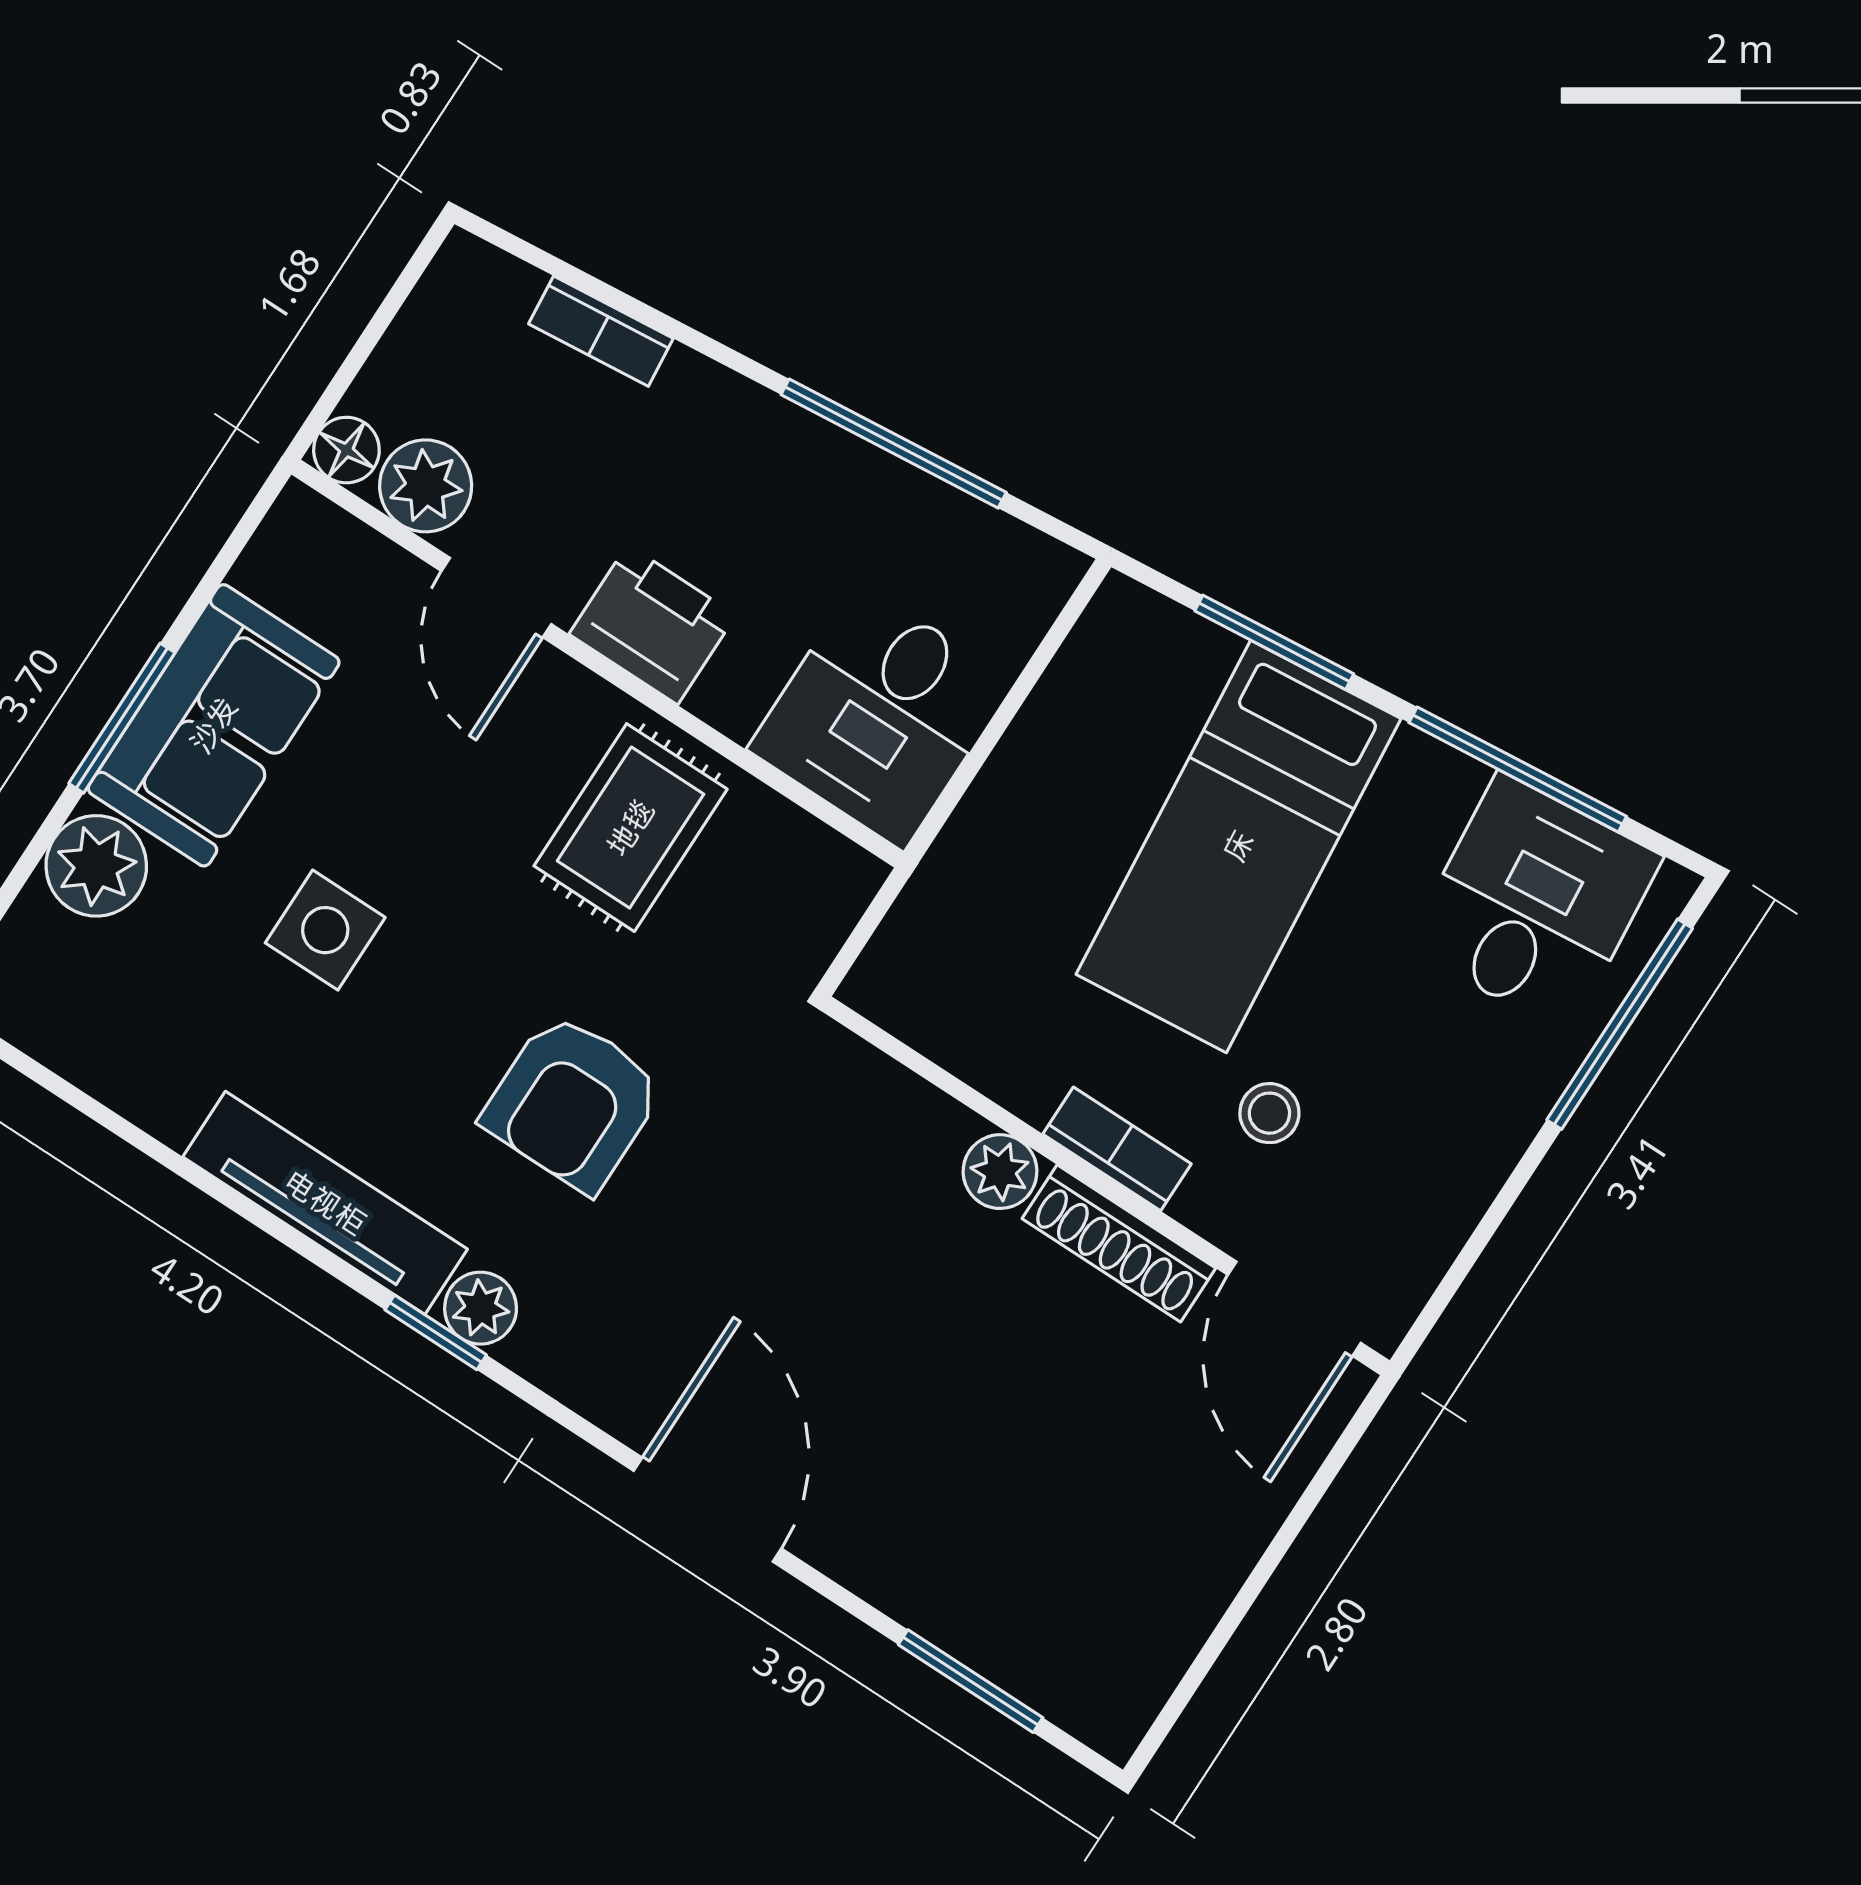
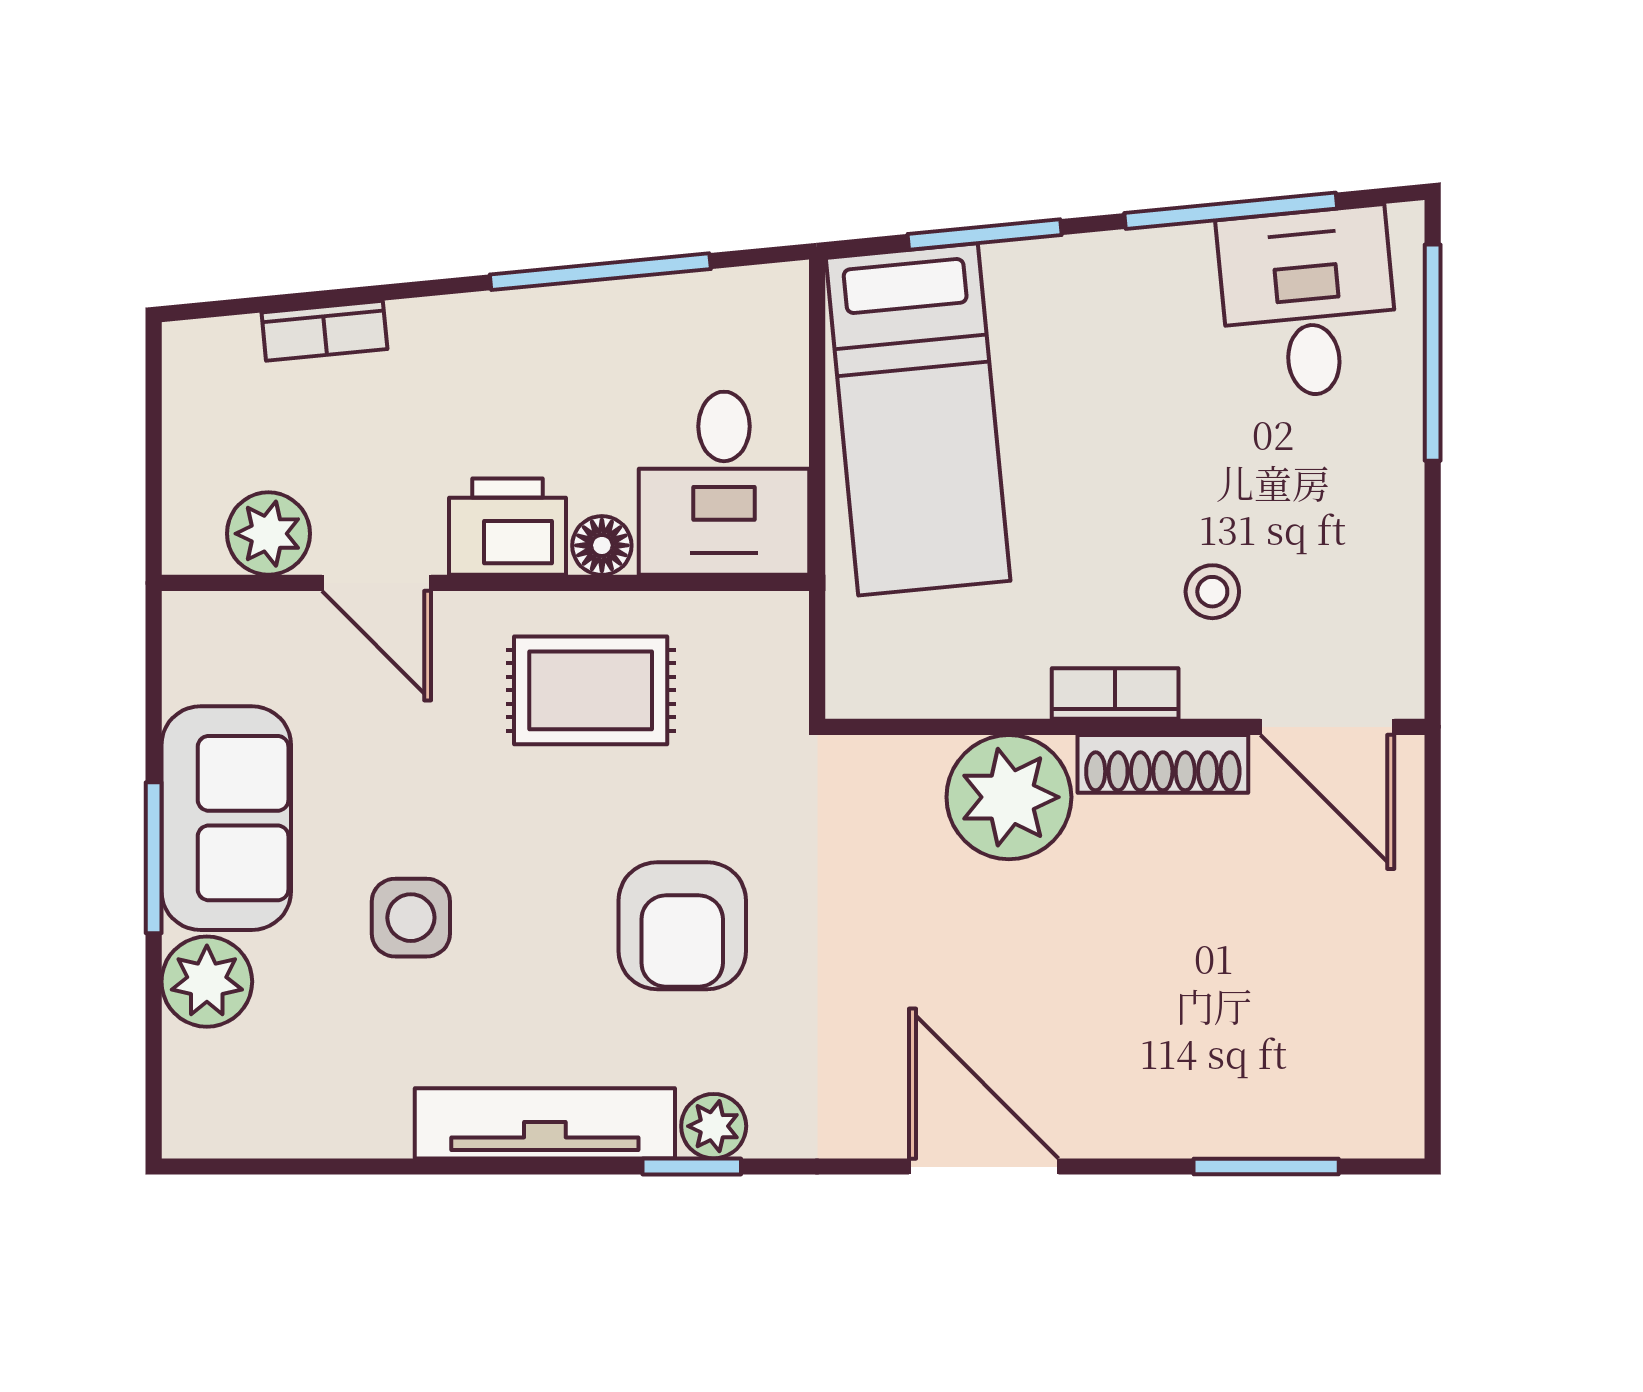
floor lamp: (346, 450) -> (602, 545), moved
rug: (631, 828) -> (591, 690), turned 90
bed: (1239, 846) -> (918, 419), moved
plant: (1000, 1172) -> (1009, 797), width x1.87, depth x1.87

